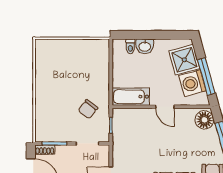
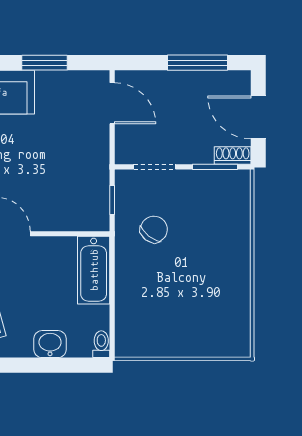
toilet: (130, 46) -> (101, 344), moved
bathtub: (131, 97) -> (94, 270), moved, turned 90

